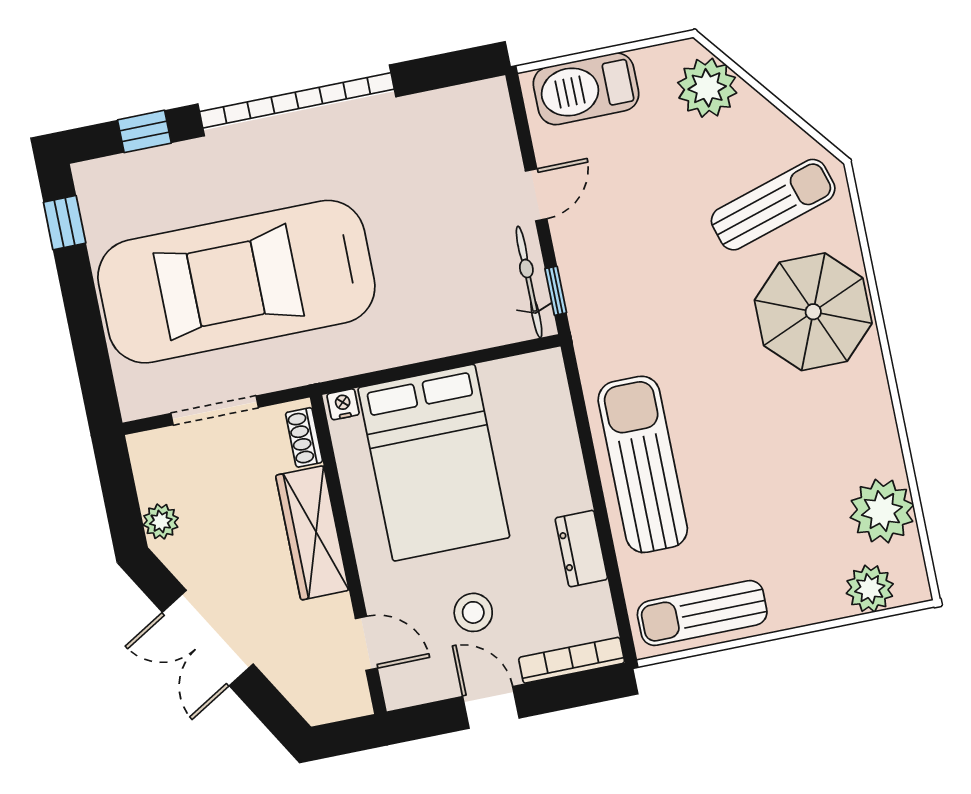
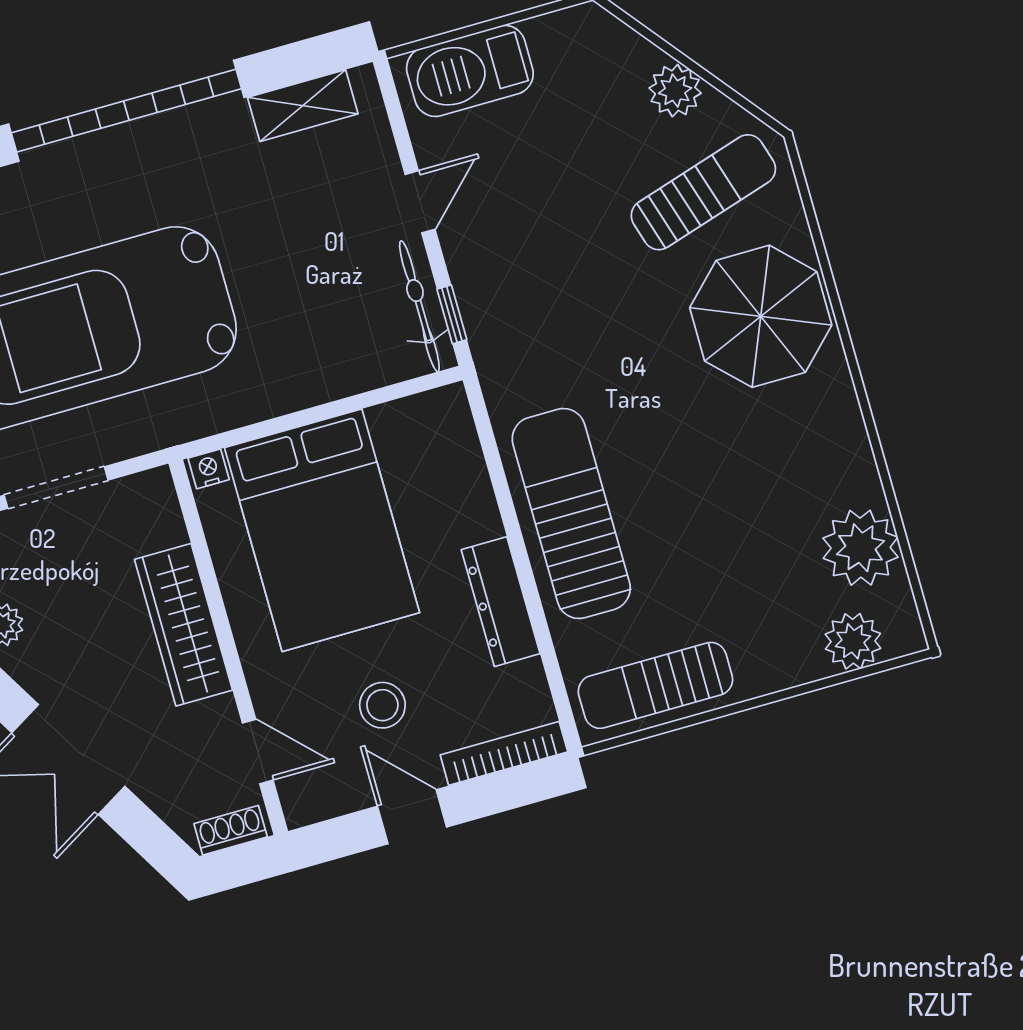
plant: (707, 88) -> (675, 91), moved, width x0.73, depth x0.73
shelving: (444, 107) -> (303, 106), added
shoe rack: (304, 437) -> (231, 830), moved, turned 90
dresser: (581, 549) -> (501, 602), width x1.44

